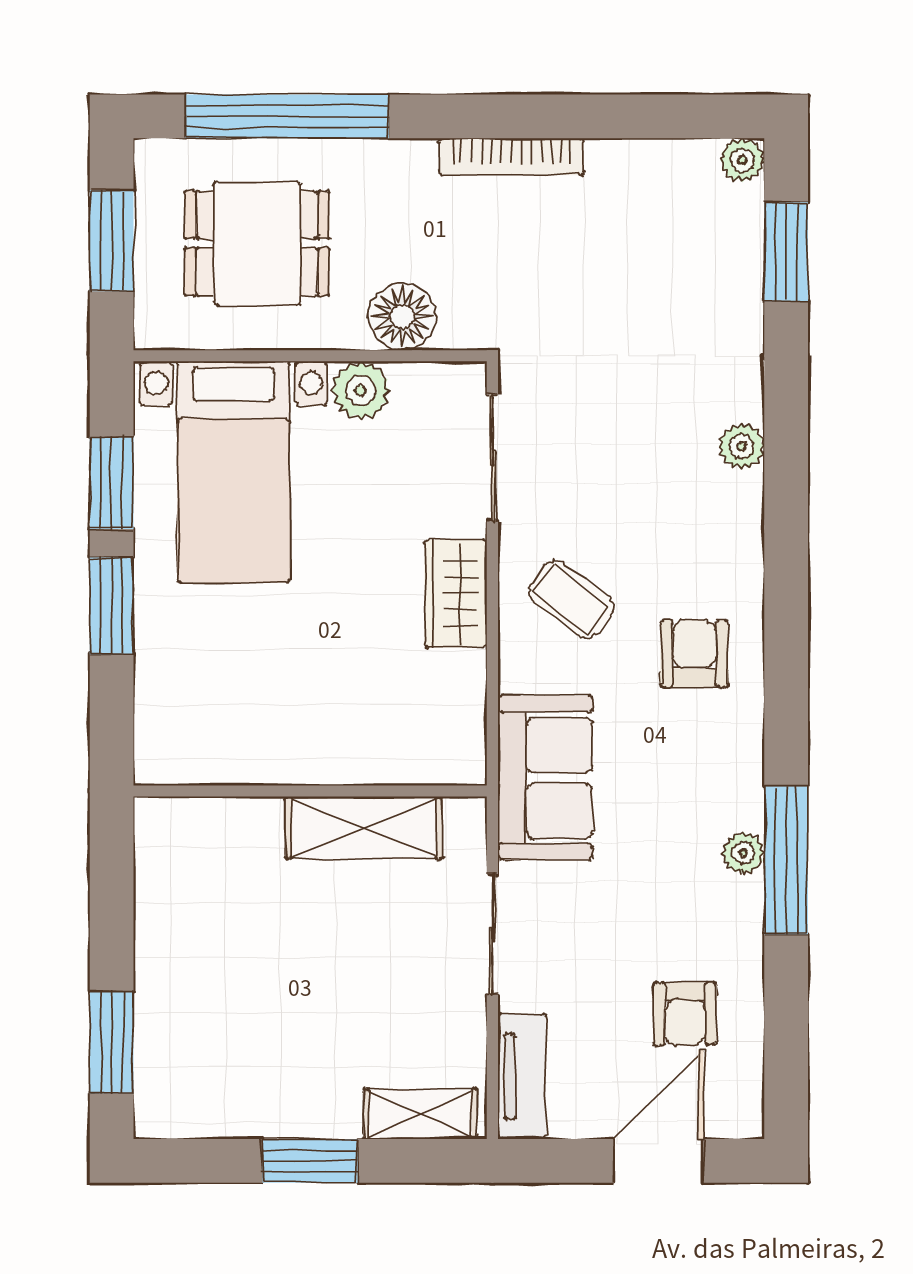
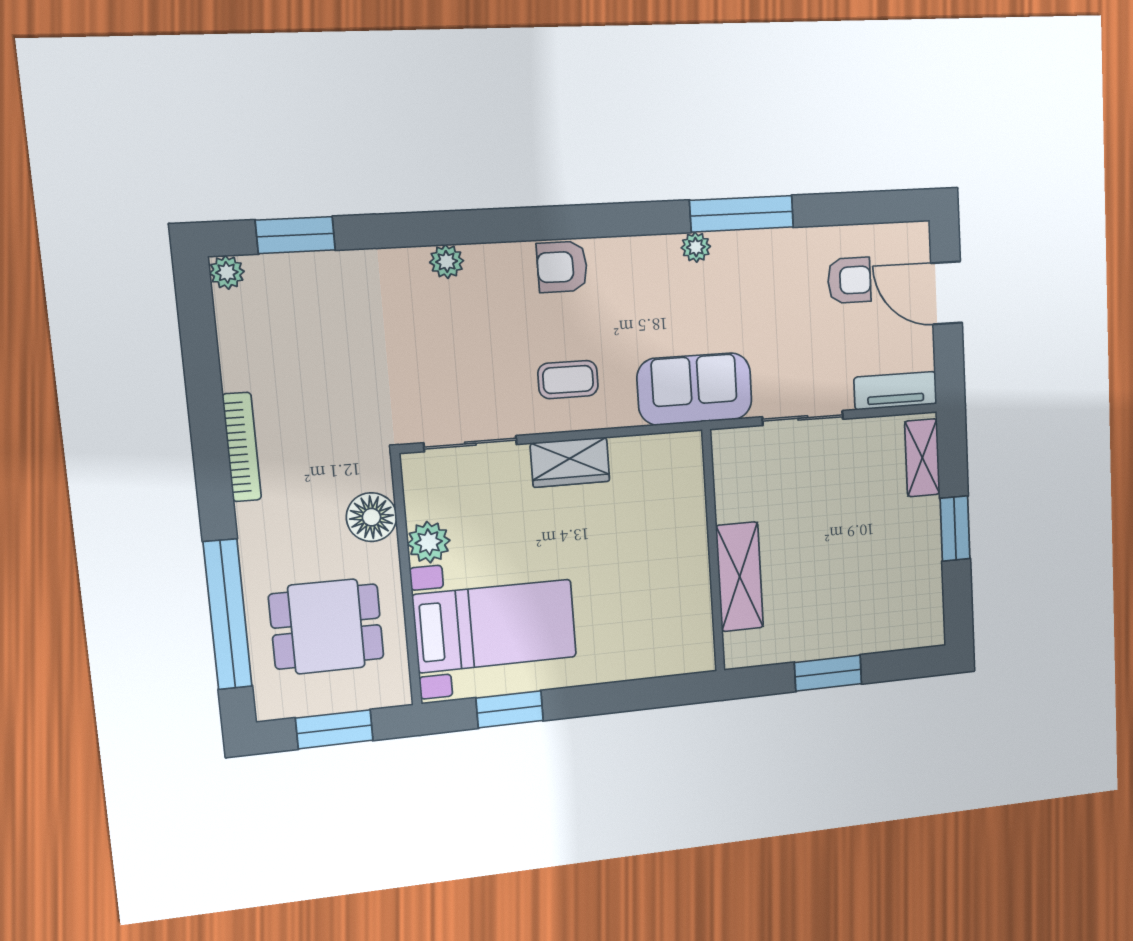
dining table: (257, 243) -> (326, 627), turned 90
coffee table: (571, 599) -> (568, 380), turned 53
window: (112, 606) -> (596, 700), removed
armchair: (694, 654) -> (562, 267), moved
shelving: (364, 828) -> (740, 577), moved
plant: (743, 853) -> (696, 247), moved
window: (112, 1042) -> (828, 673), moved

